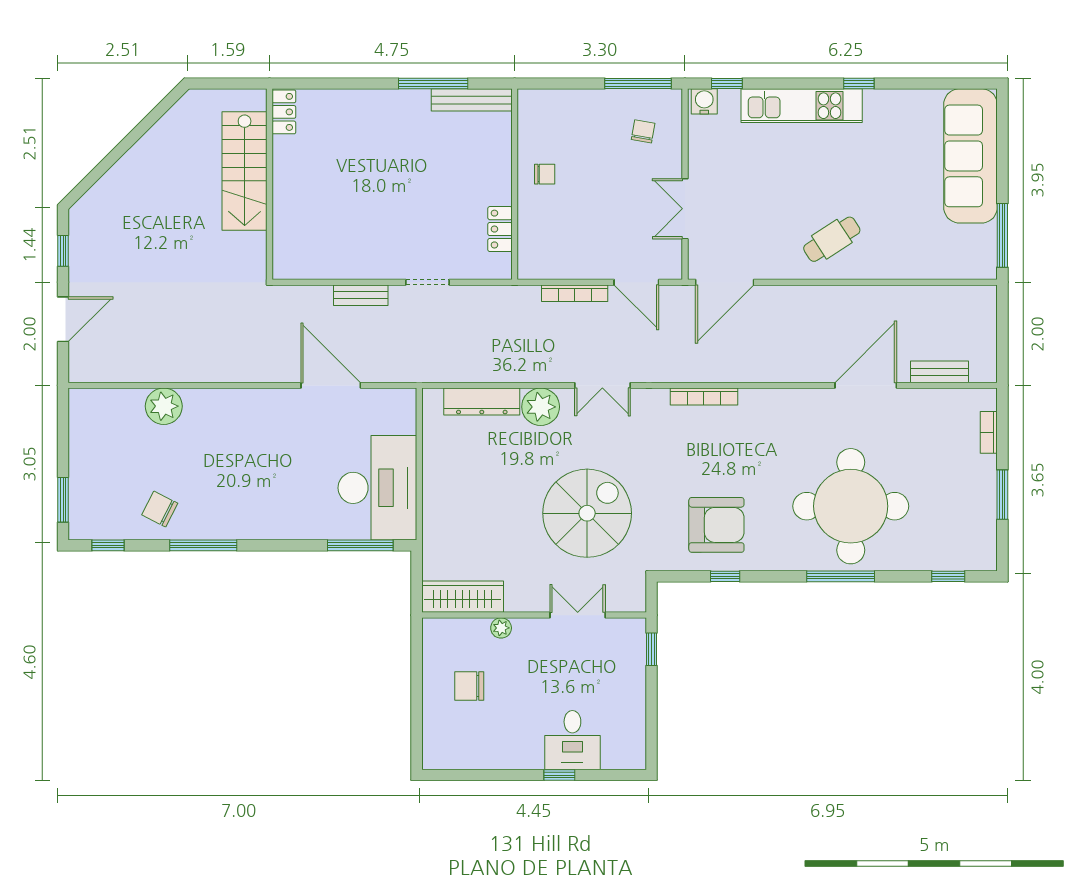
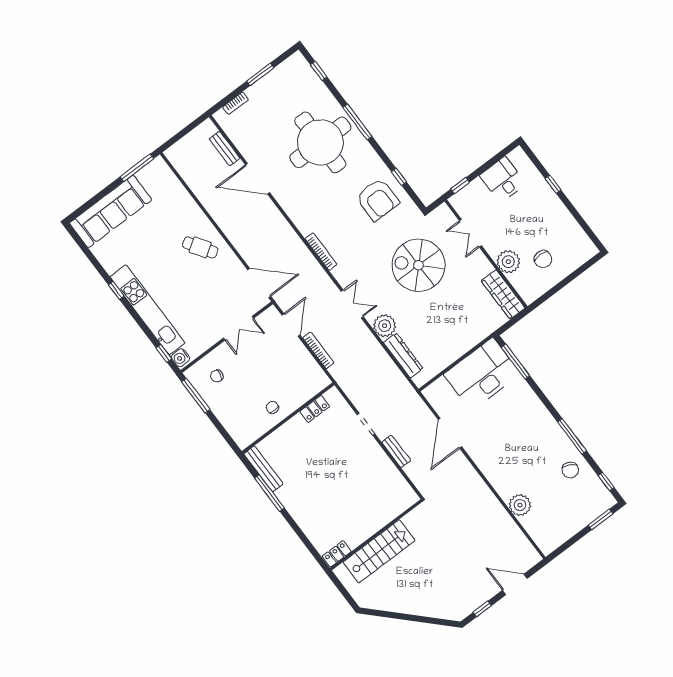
kitchen unit: (802, 106) -> (147, 310), width x1.36
armchair: (716, 525) -> (378, 199), turned 180
plant: (501, 628) -> (508, 262), width x1.88, depth x1.88
desk: (572, 740) -> (503, 180), moved, turned -90

